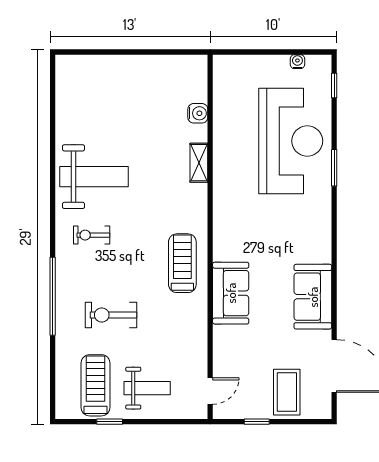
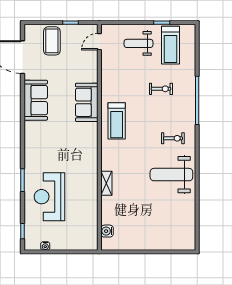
water cooler: (198, 113) -> (107, 231), moved
reception desk: (291, 141) -> (49, 197), width x0.74, depth x0.77
exercise bike: (111, 315) -> (161, 89), width x0.73, depth x0.72

